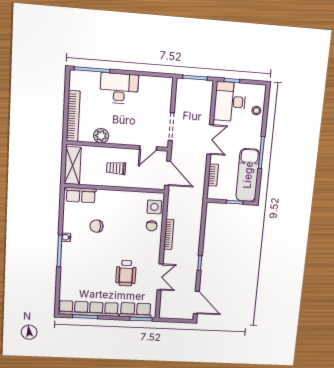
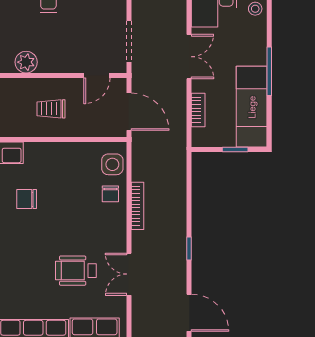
wheelchair: (126, 273) -> (76, 271), turned 90
double door: (160, 277) -> (129, 274), swing flipped

